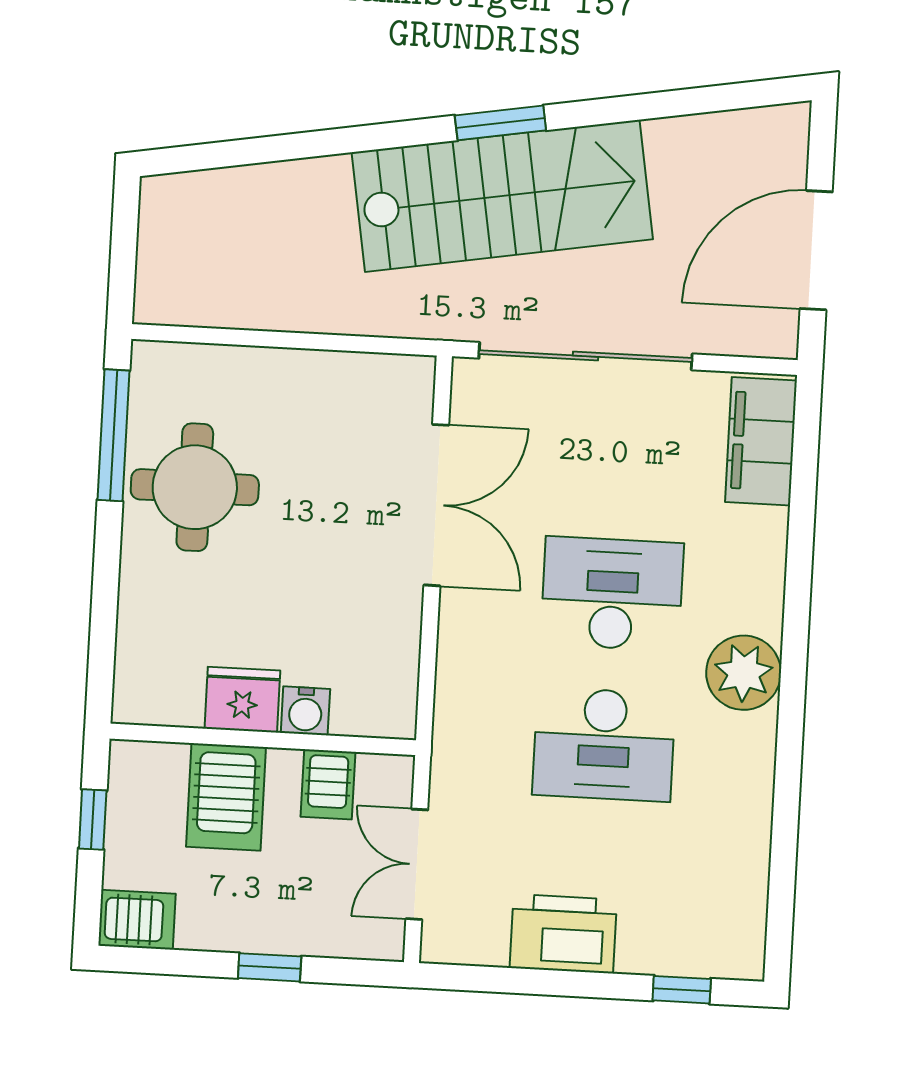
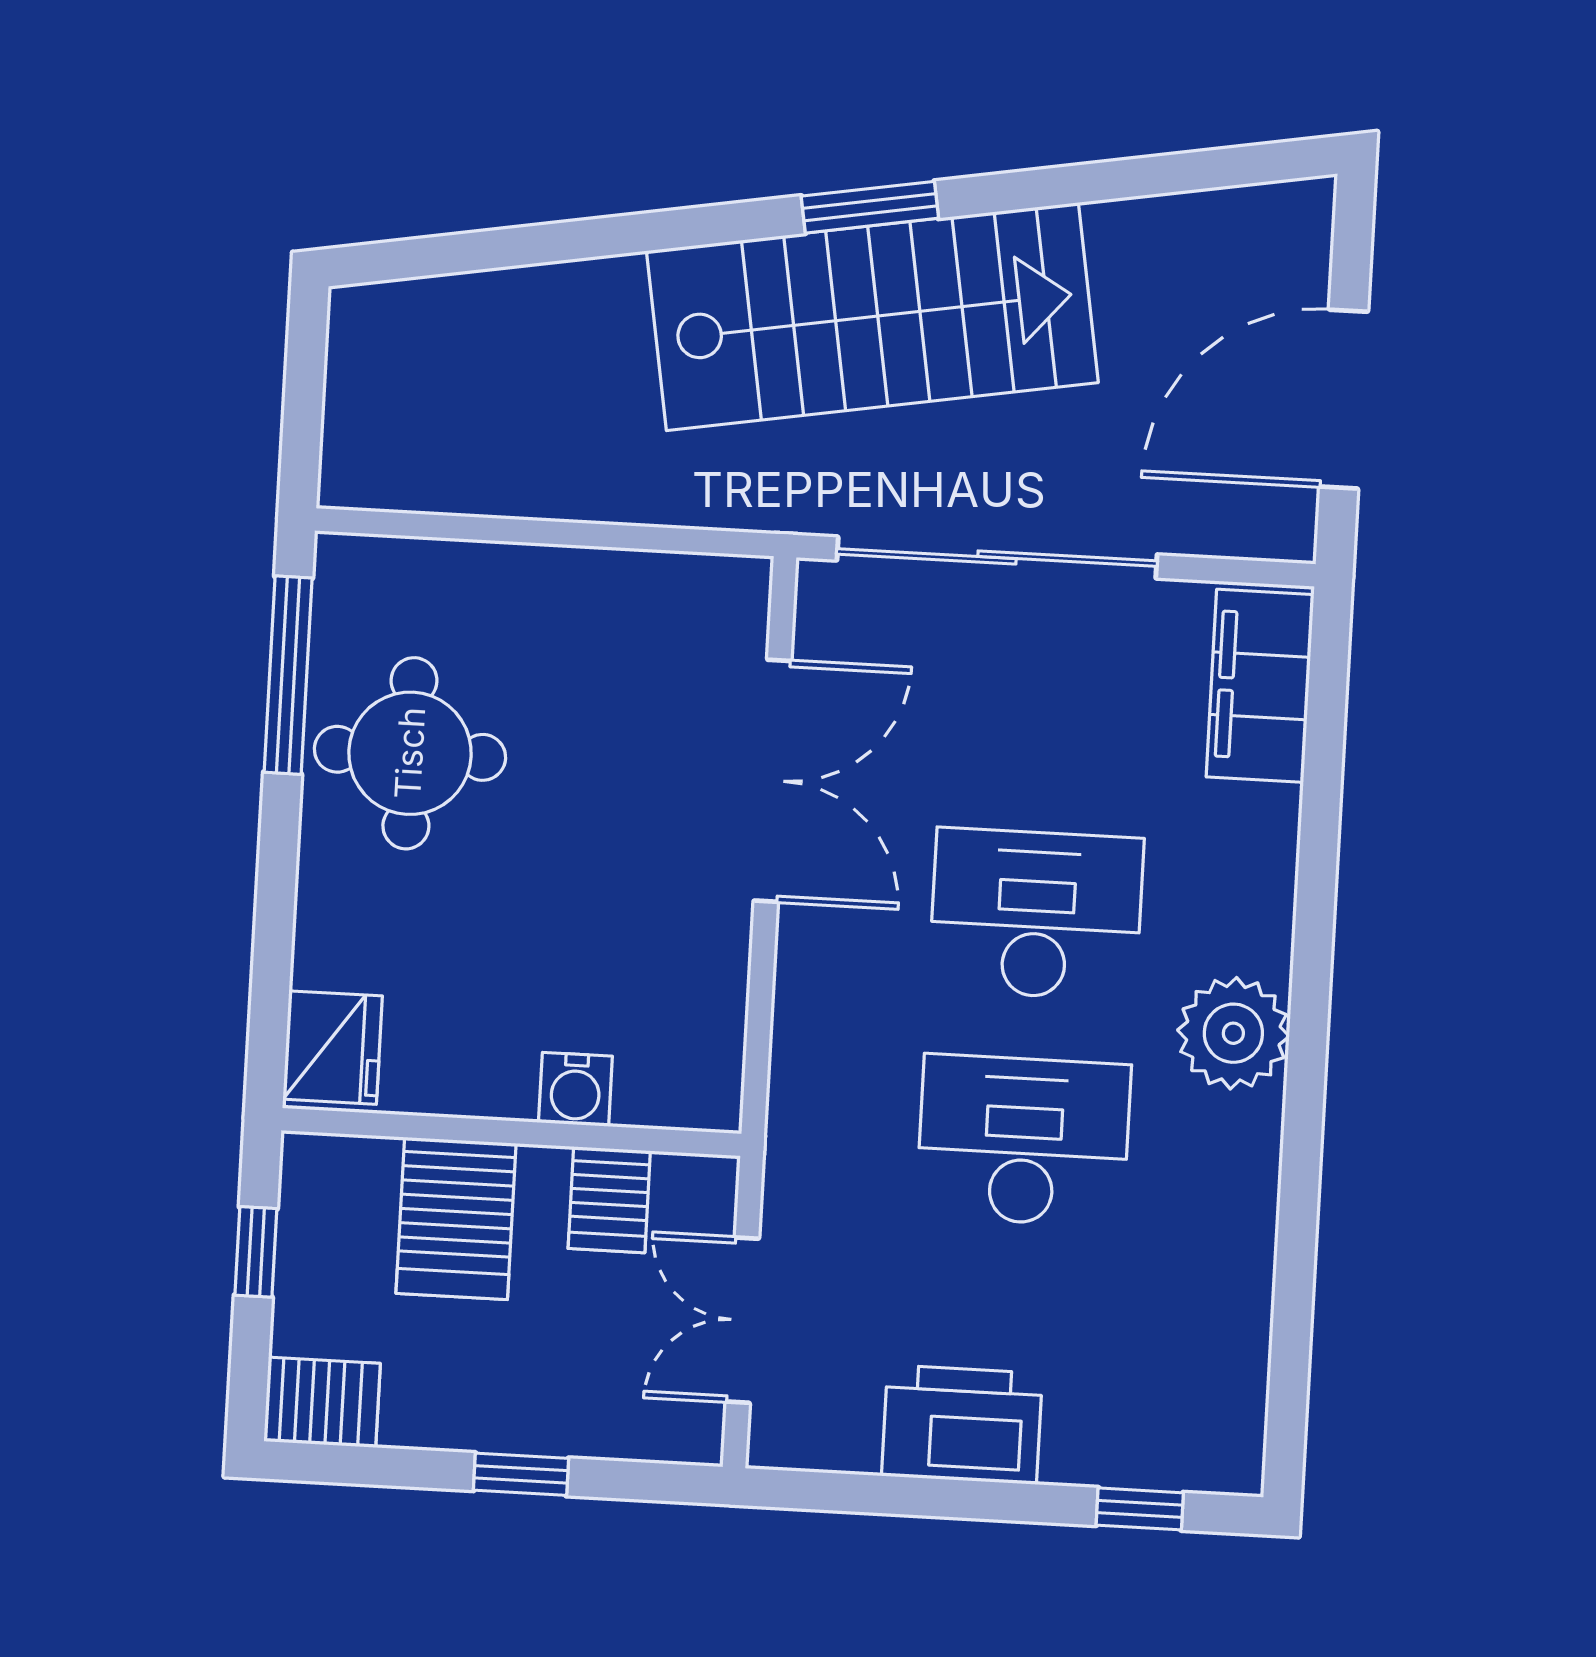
fridge: (242, 700) -> (333, 1048), moved, turned 90
desk: (604, 744) -> (1023, 1140), turned 180

